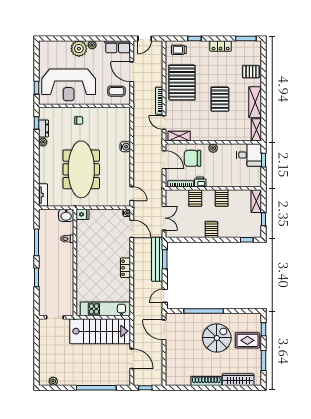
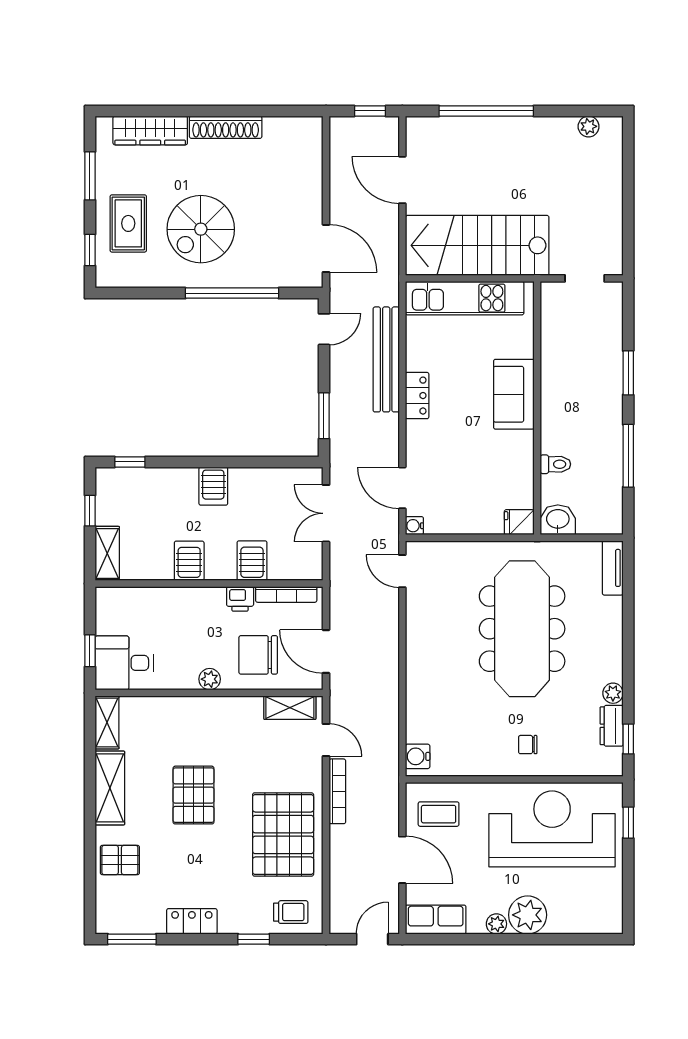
water cooler: (125, 147) -> (418, 756), moved
chair: (193, 158) -> (258, 655), turned 180
bench: (157, 259) -> (386, 359), moved
sofa: (85, 268) -> (514, 394), added
rug: (247, 340) -> (128, 223), turned 90

